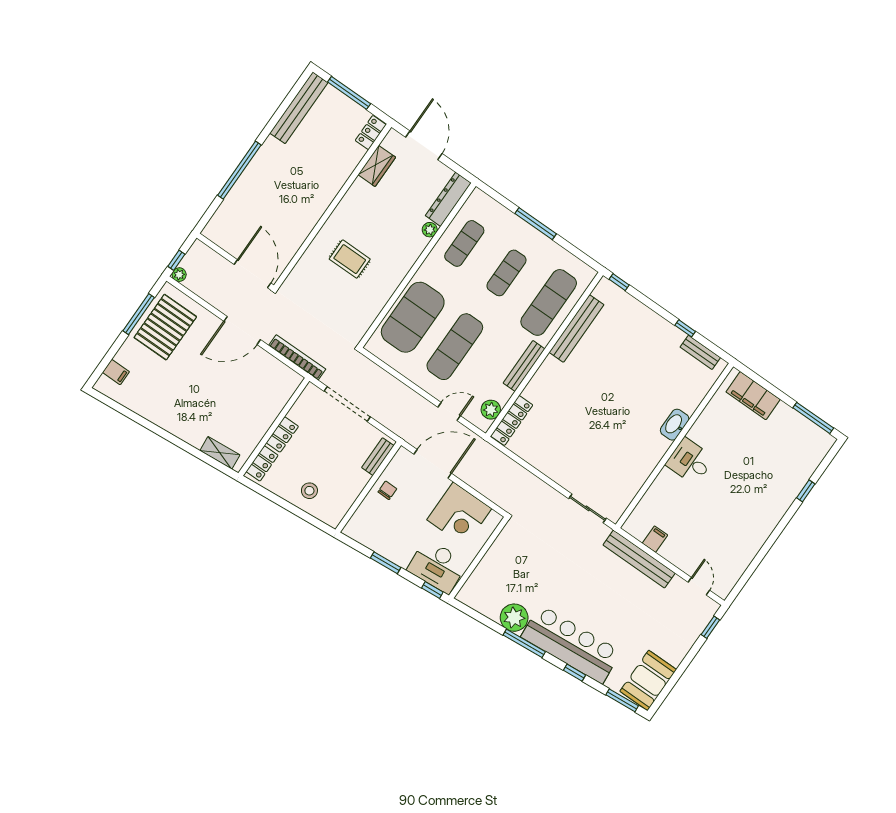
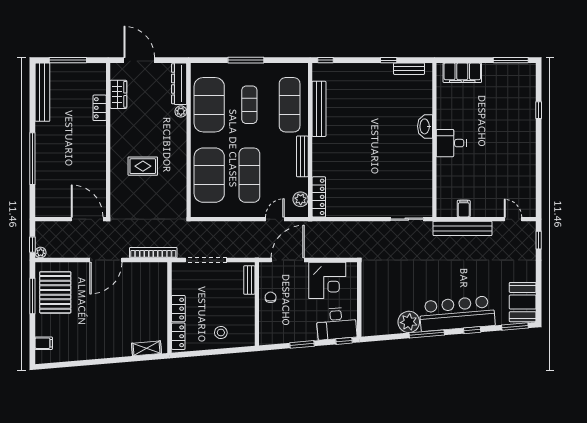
locker: (371, 133) -> (100, 108), moved
exercise mat: (464, 243) -> (209, 105), width x2.00, depth x1.45

